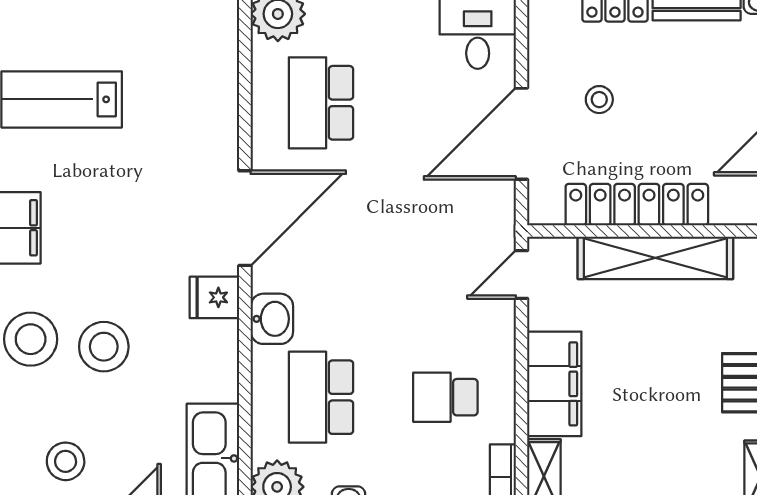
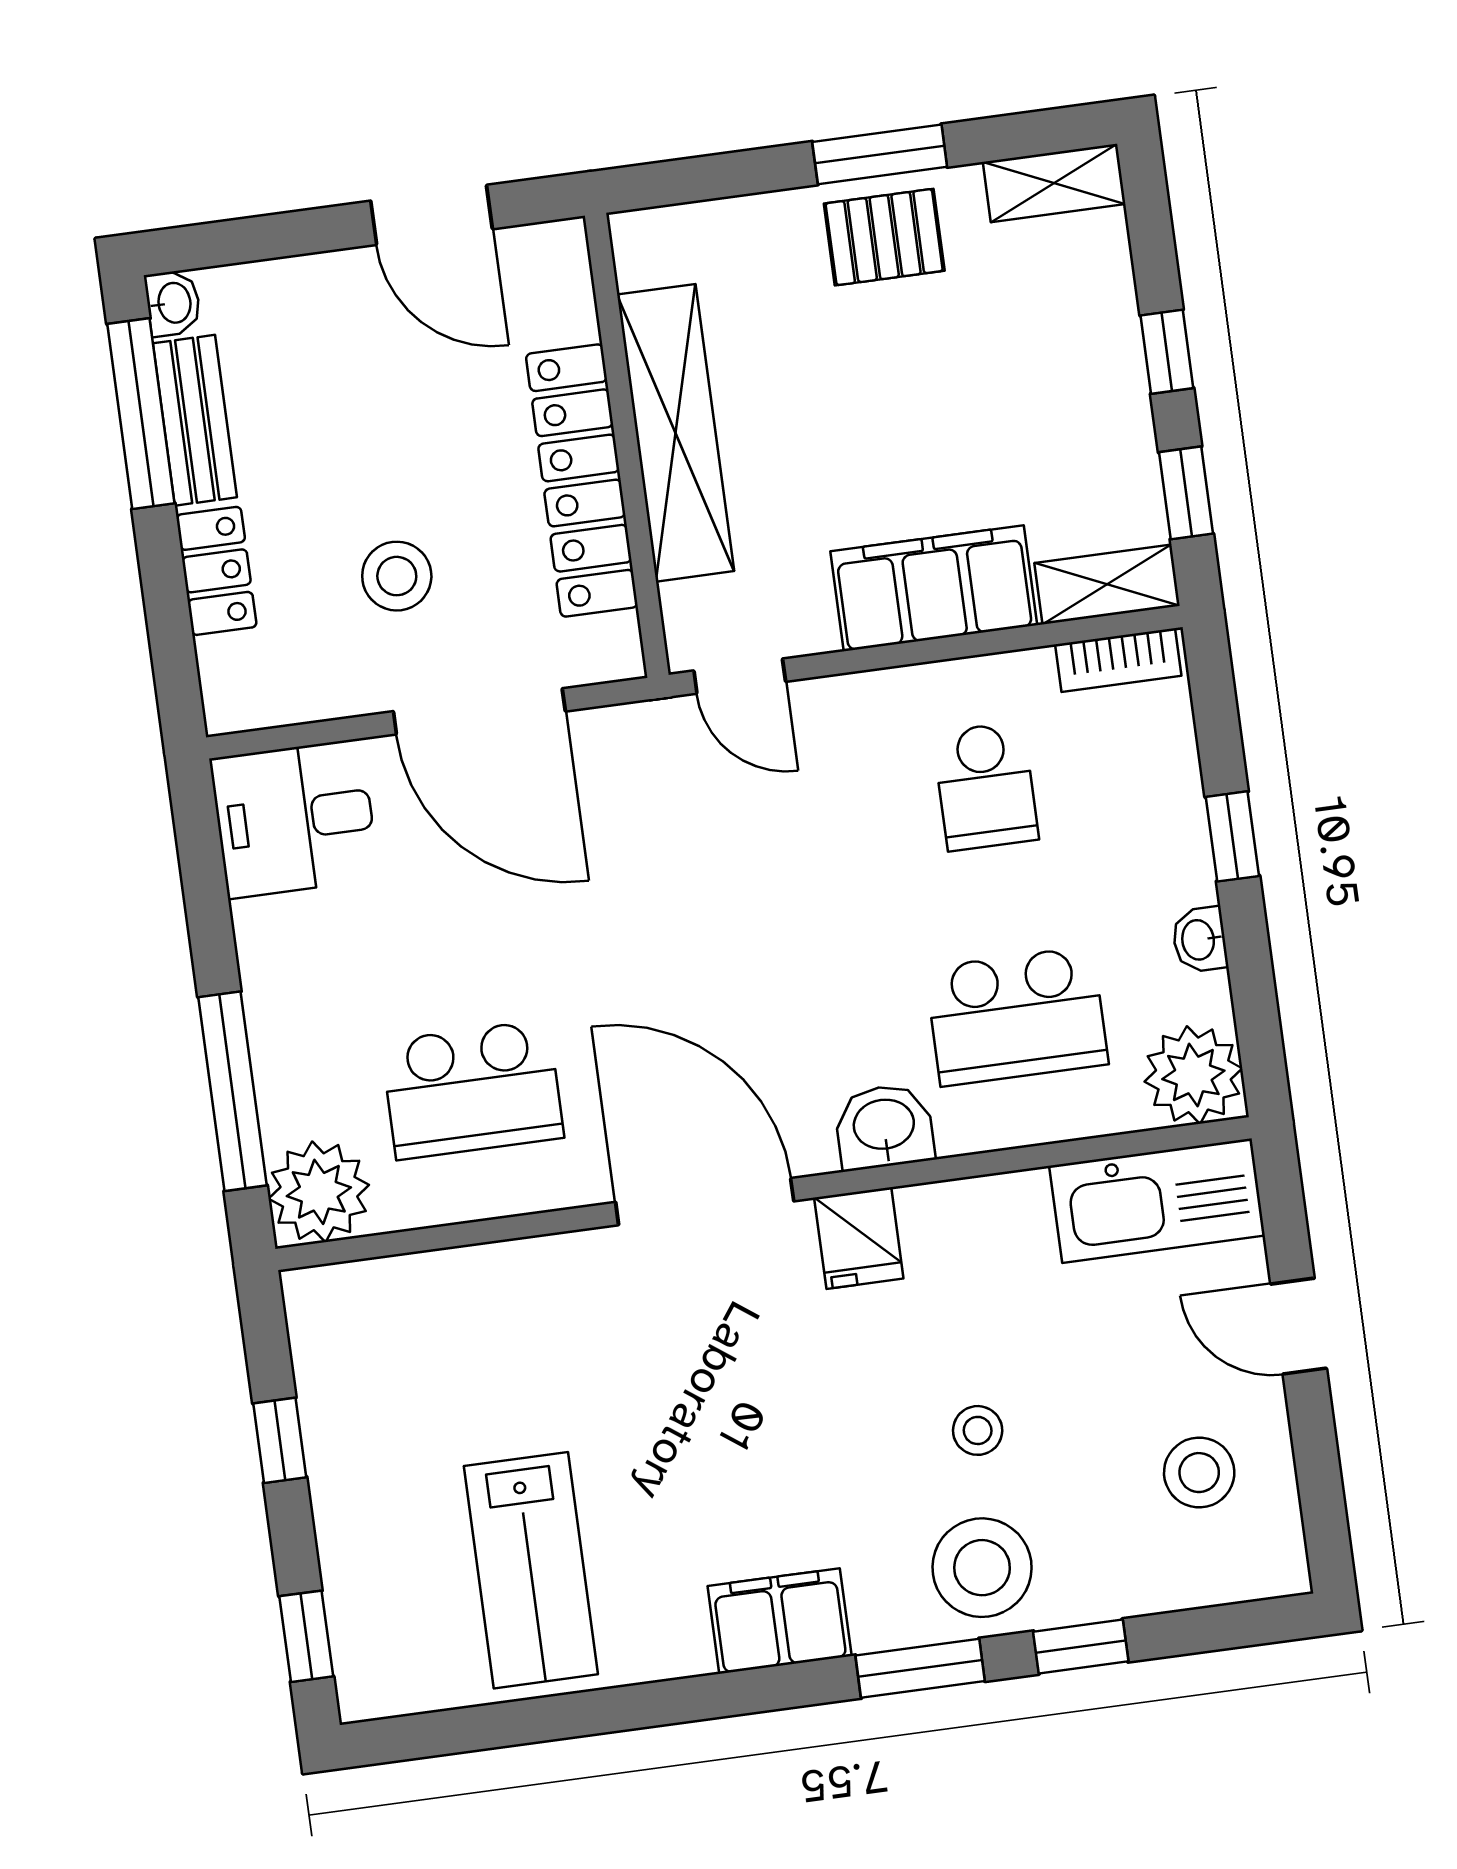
stool: (599, 100) -> (397, 576), width x1.37, depth x1.37
stool: (104, 347) -> (978, 1430), width x0.53, depth x0.53

